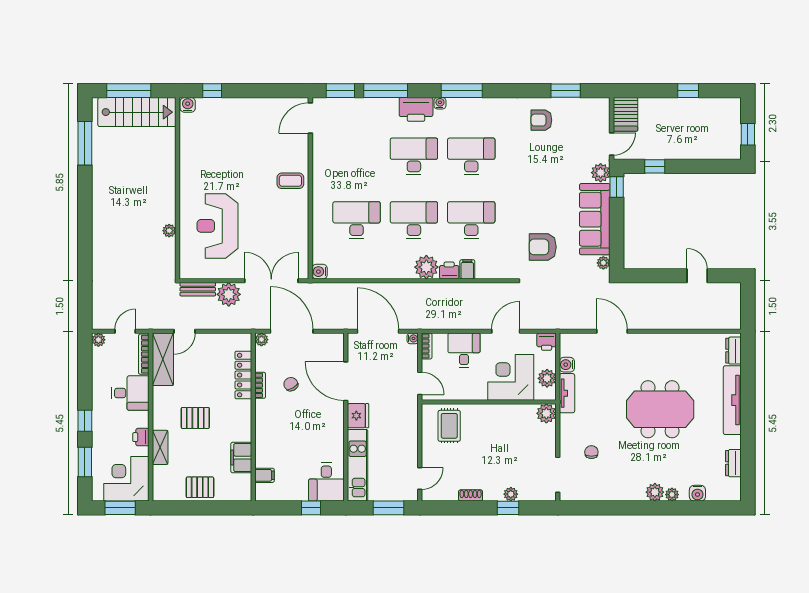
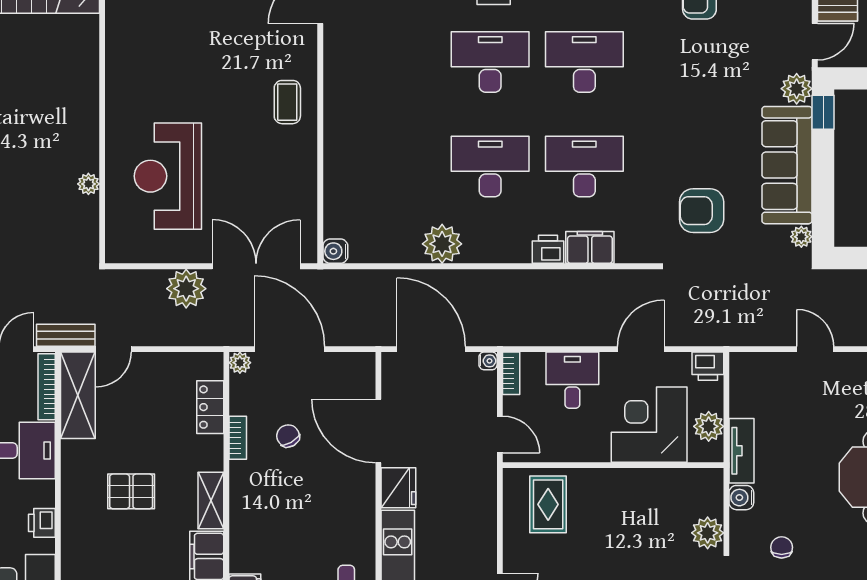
coffee table: (290, 181) -> (287, 102), turned 90
desk: (357, 220) -> (396, 167), removed
plant: (426, 267) -> (442, 244), moved
filing cabinet: (467, 269) -> (590, 247), width x2.00
bench: (198, 289) -> (66, 335), moved
door: (612, 331) -> (815, 349), width x0.73
water cooler: (567, 365) -> (741, 498), moved
locker: (243, 375) -> (210, 407), width x0.66
plant: (546, 413) -> (708, 533), moved
shelving: (160, 447) -> (211, 501), moved

